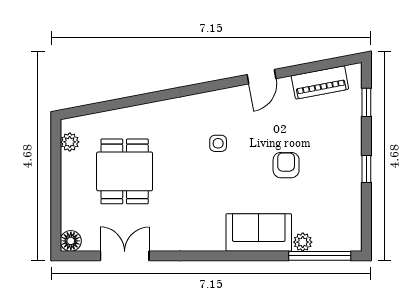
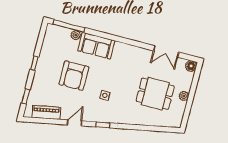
window: (208, 87) -> (103, 125), added
plant: (70, 142) -> (184, 96), moved
armchair: (286, 165) -> (74, 76), width x1.88, depth x1.88
dining table: (125, 171) -> (155, 94), turned 90

